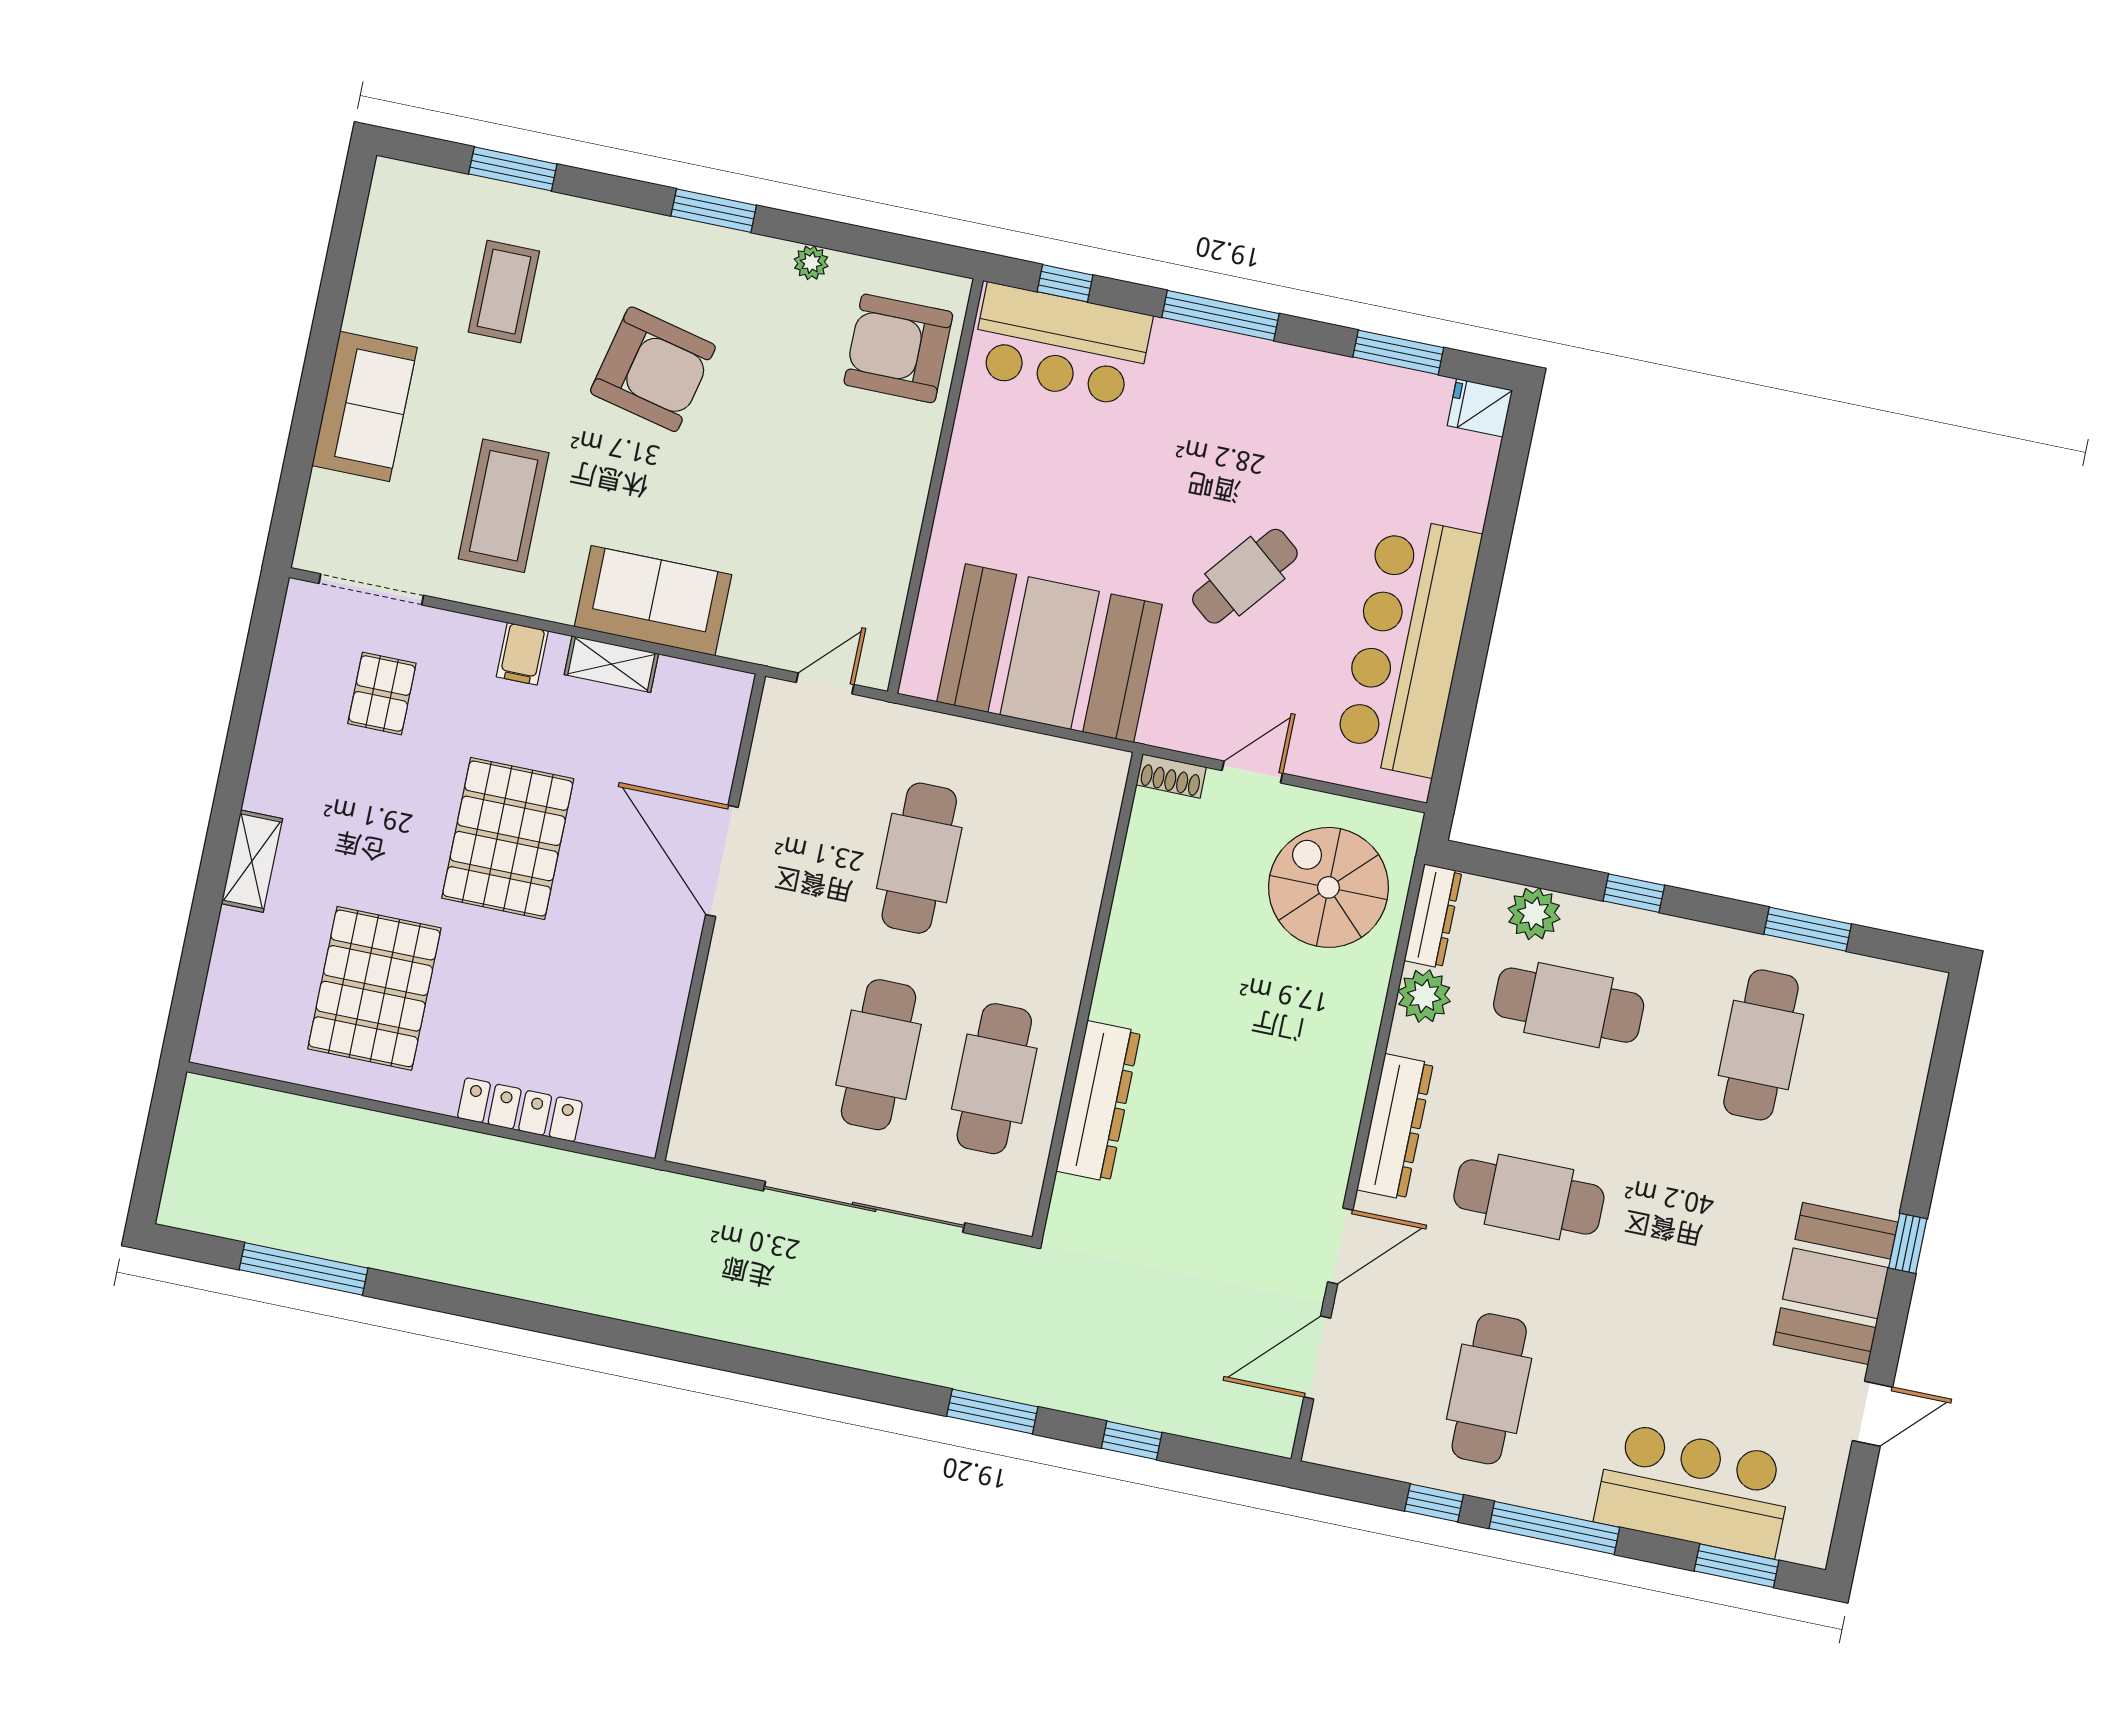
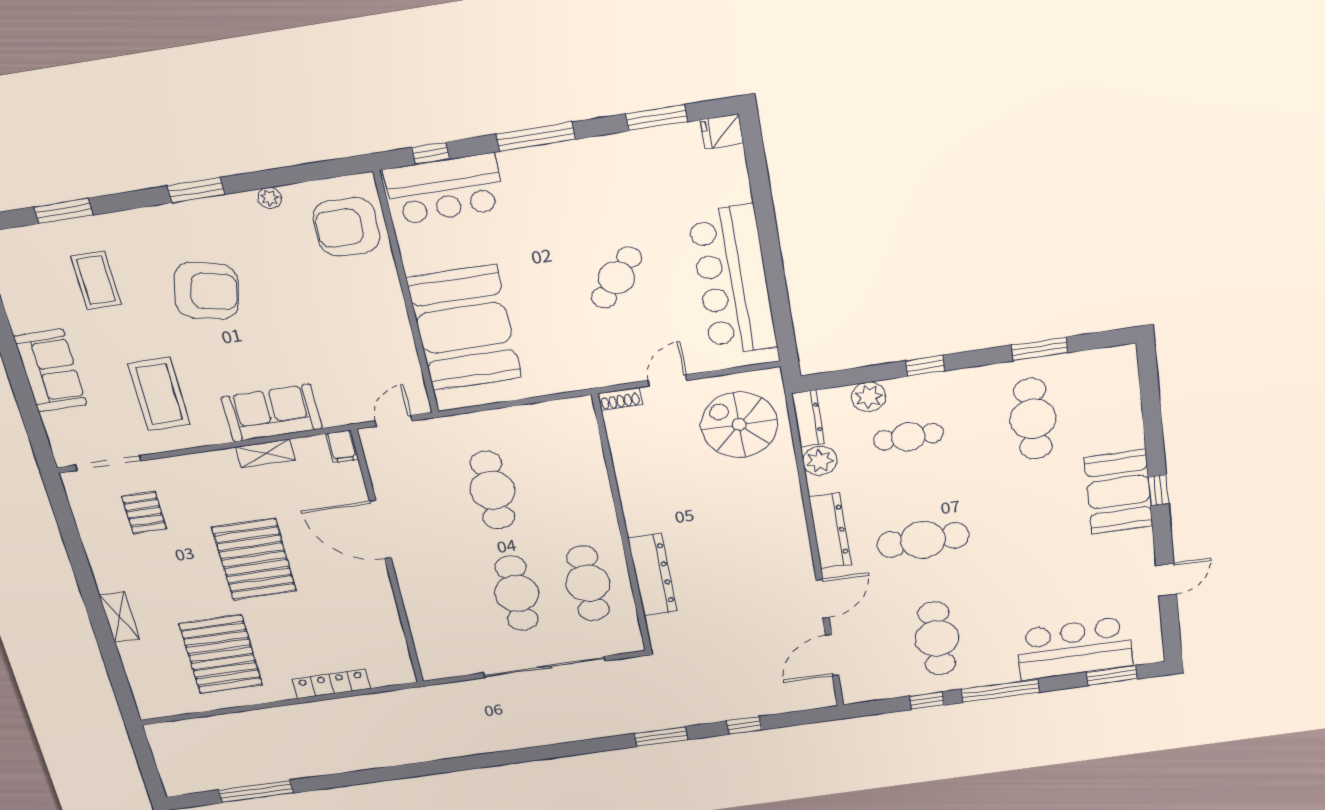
booth: (1050, 653) -> (464, 328), moved, turned 90
filing cabinet: (522, 654) -> (342, 447), moved
cafe table: (1569, 1005) -> (908, 437), width x0.73, depth x0.74
booth: (1836, 1283) -> (1119, 492), moved

